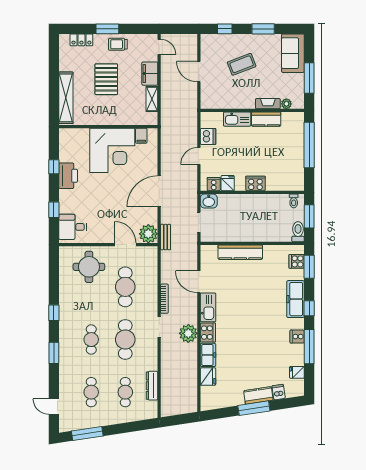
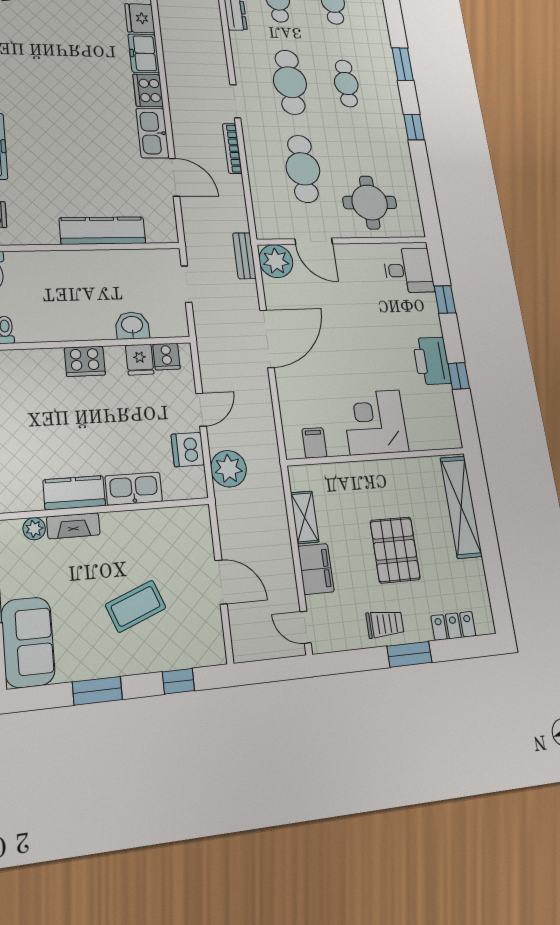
corner desk: (112, 150) -> (375, 422), width x0.74, depth x0.74
washbasin: (209, 201) -> (132, 325), moved
plant: (188, 333) -> (229, 469), moved

